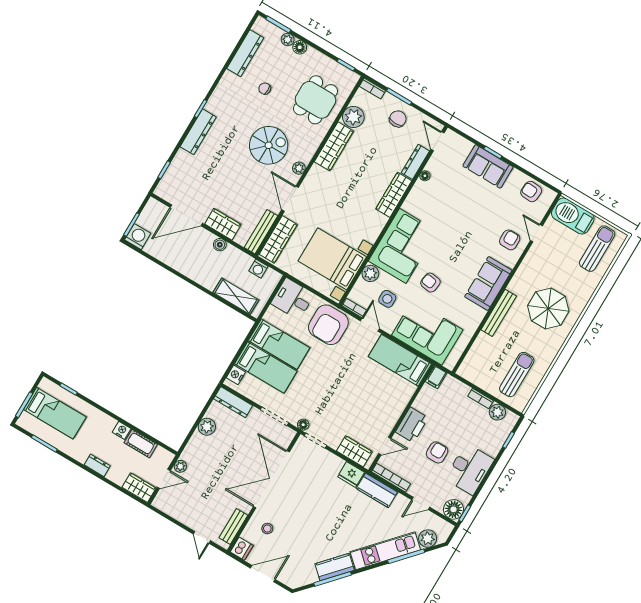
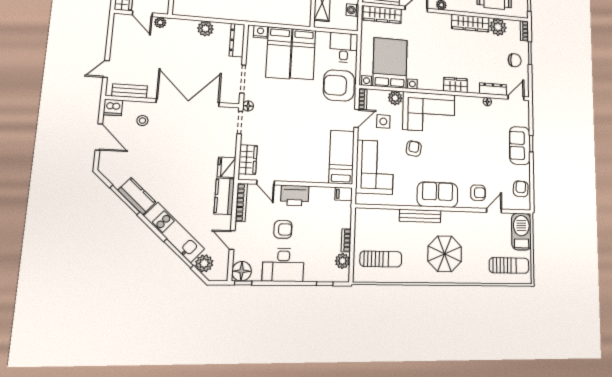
wardrobe: (394, 195) -> (455, 85), width x0.67

